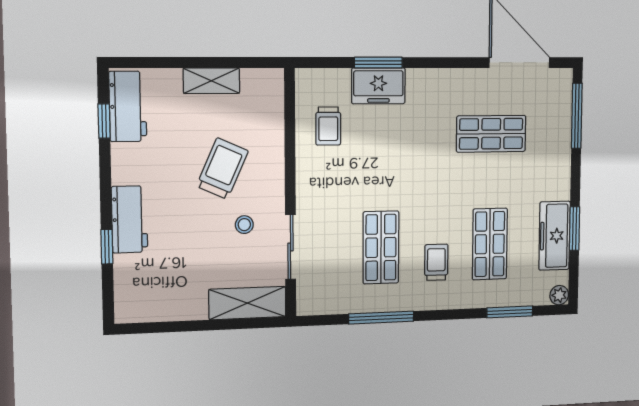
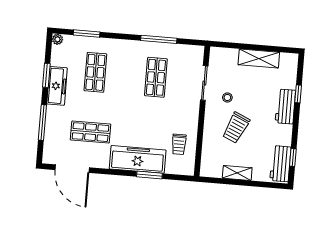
freezer: (378, 86) -> (138, 159), width x1.91, depth x1.26
window: (577, 116) -> (42, 122), moved
trolley: (328, 126) -> (179, 144), turned 180
freezer: (555, 236) -> (57, 86), moved
trolley: (436, 262) -> (126, 66), removed
shelving: (247, 303) -> (259, 59), moved

